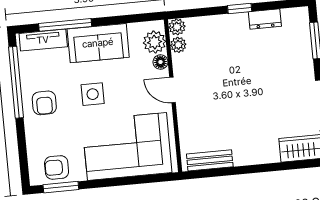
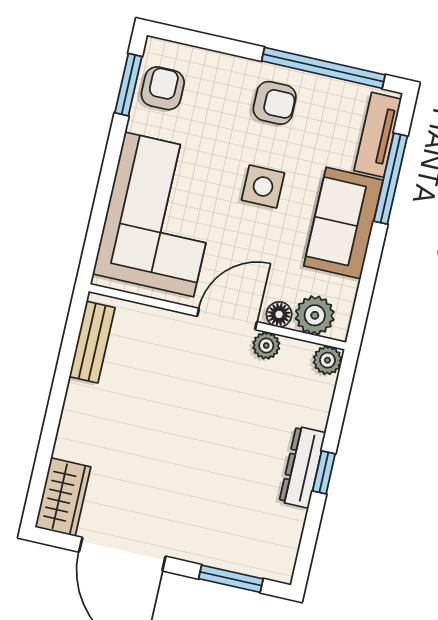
dresser: (265, 19) -> (302, 467), moved, width x1.44
plant: (178, 45) -> (266, 345), moved
door: (173, 90) -> (227, 319), width x1.38
armchair: (44, 103) -> (275, 103), turned 180

